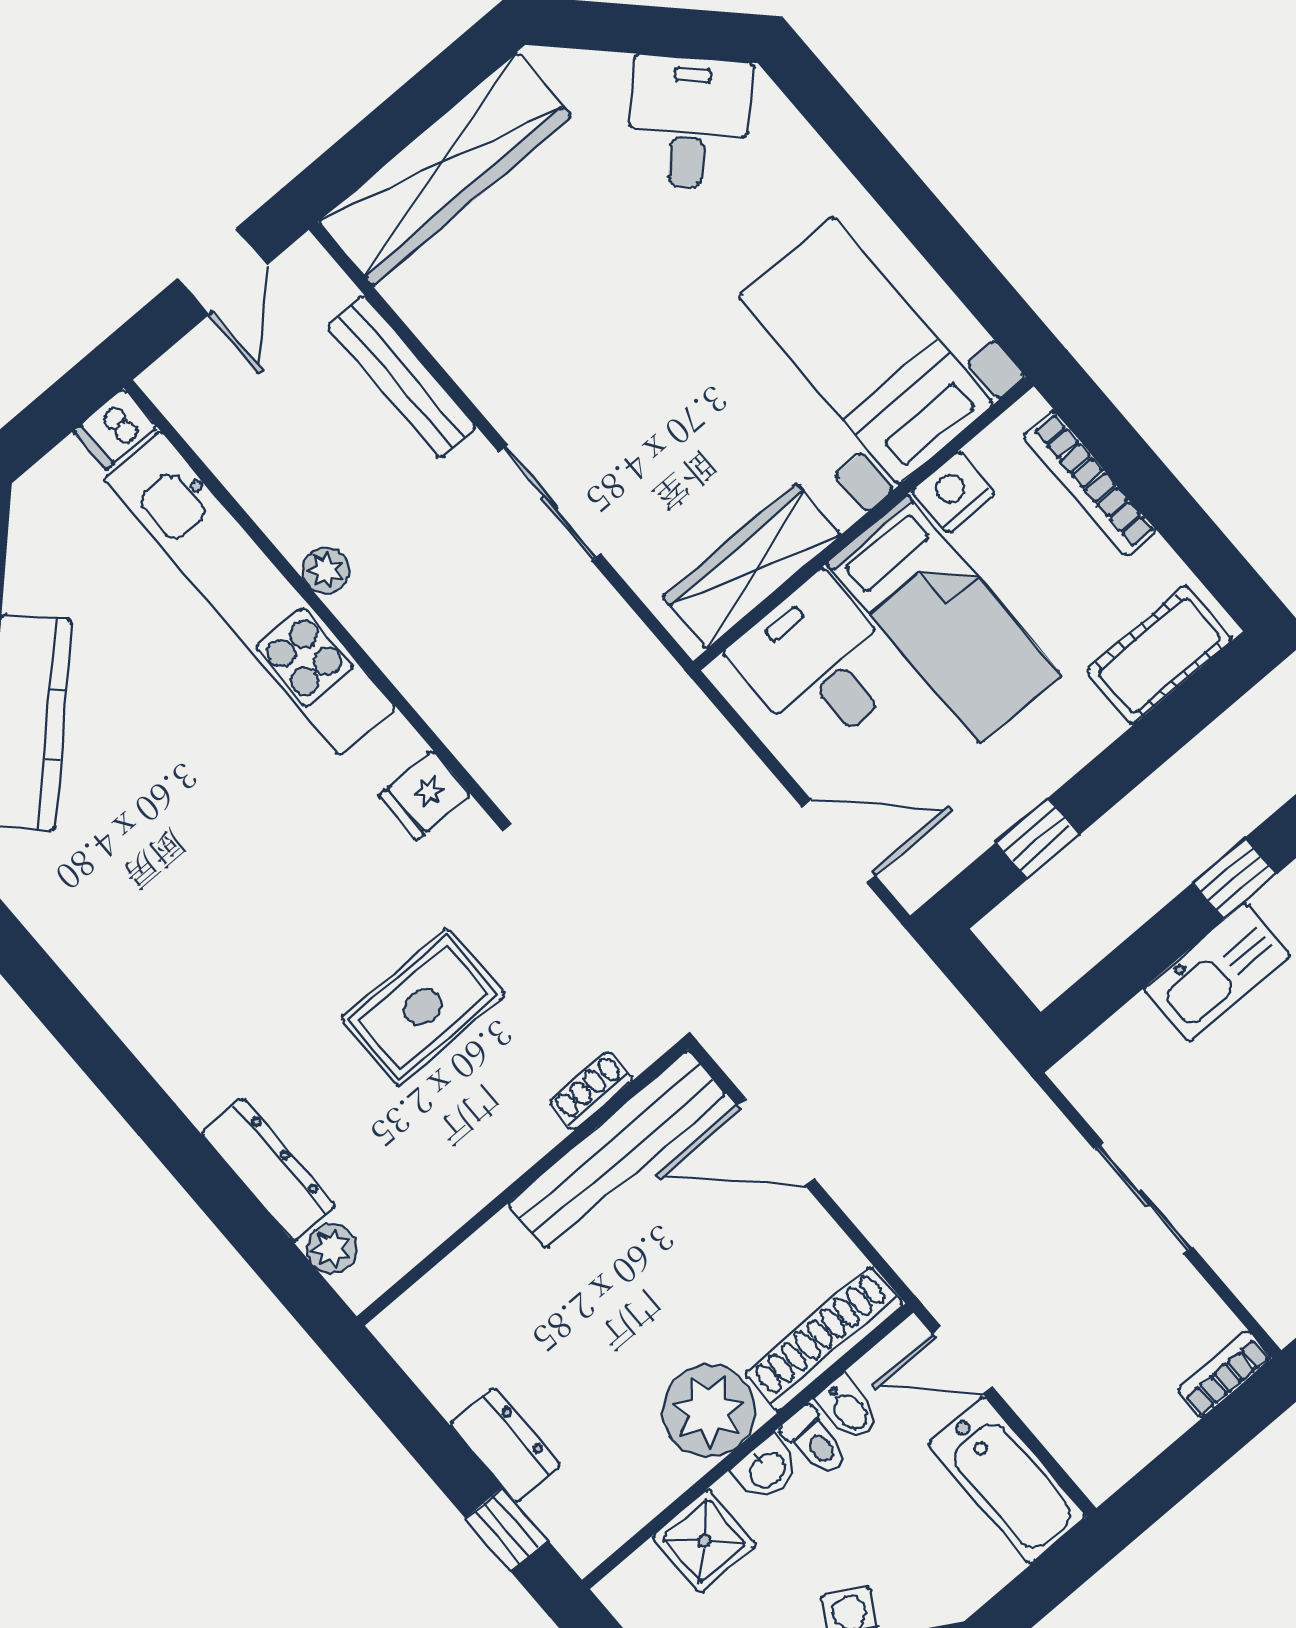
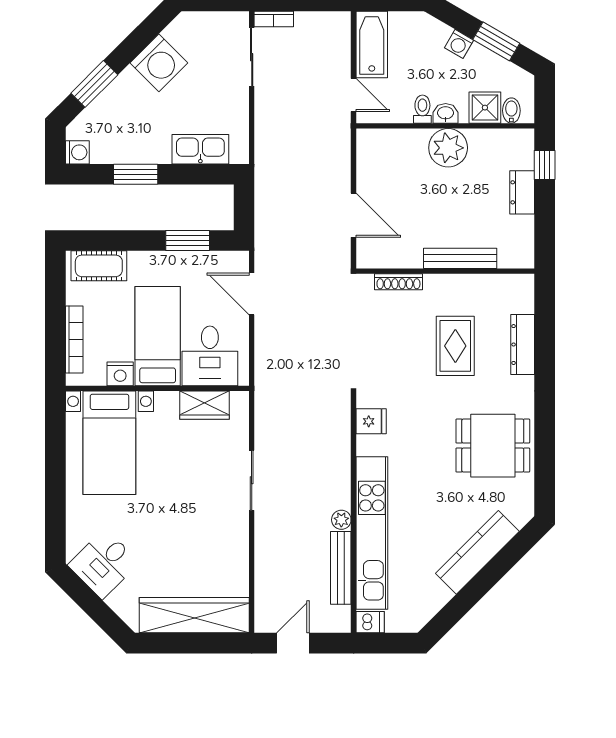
bench: (402, 377) -> (341, 568), moved
wardrobe: (752, 566) -> (205, 405), width x0.67
window: (1038, 839) -> (188, 241), width x1.50
window: (1235, 878) -> (136, 174), width x1.50
dining table: (166, 940) -> (493, 446), added
kitchen sink: (1217, 972) -> (200, 149), moved
rug: (423, 1007) -> (455, 346), moved, turned 90
shoe rack: (591, 1091) -> (398, 282), width x1.43
bench: (617, 1149) -> (460, 258), moved, width x0.73, depth x0.82
sliding door: (1143, 1198) -> (252, 57), moved
plant: (332, 1249) -> (524, 302), removed
shoe rack: (824, 1339) -> (392, 139), removed
bidet: (848, 1409) -> (511, 111), moved

